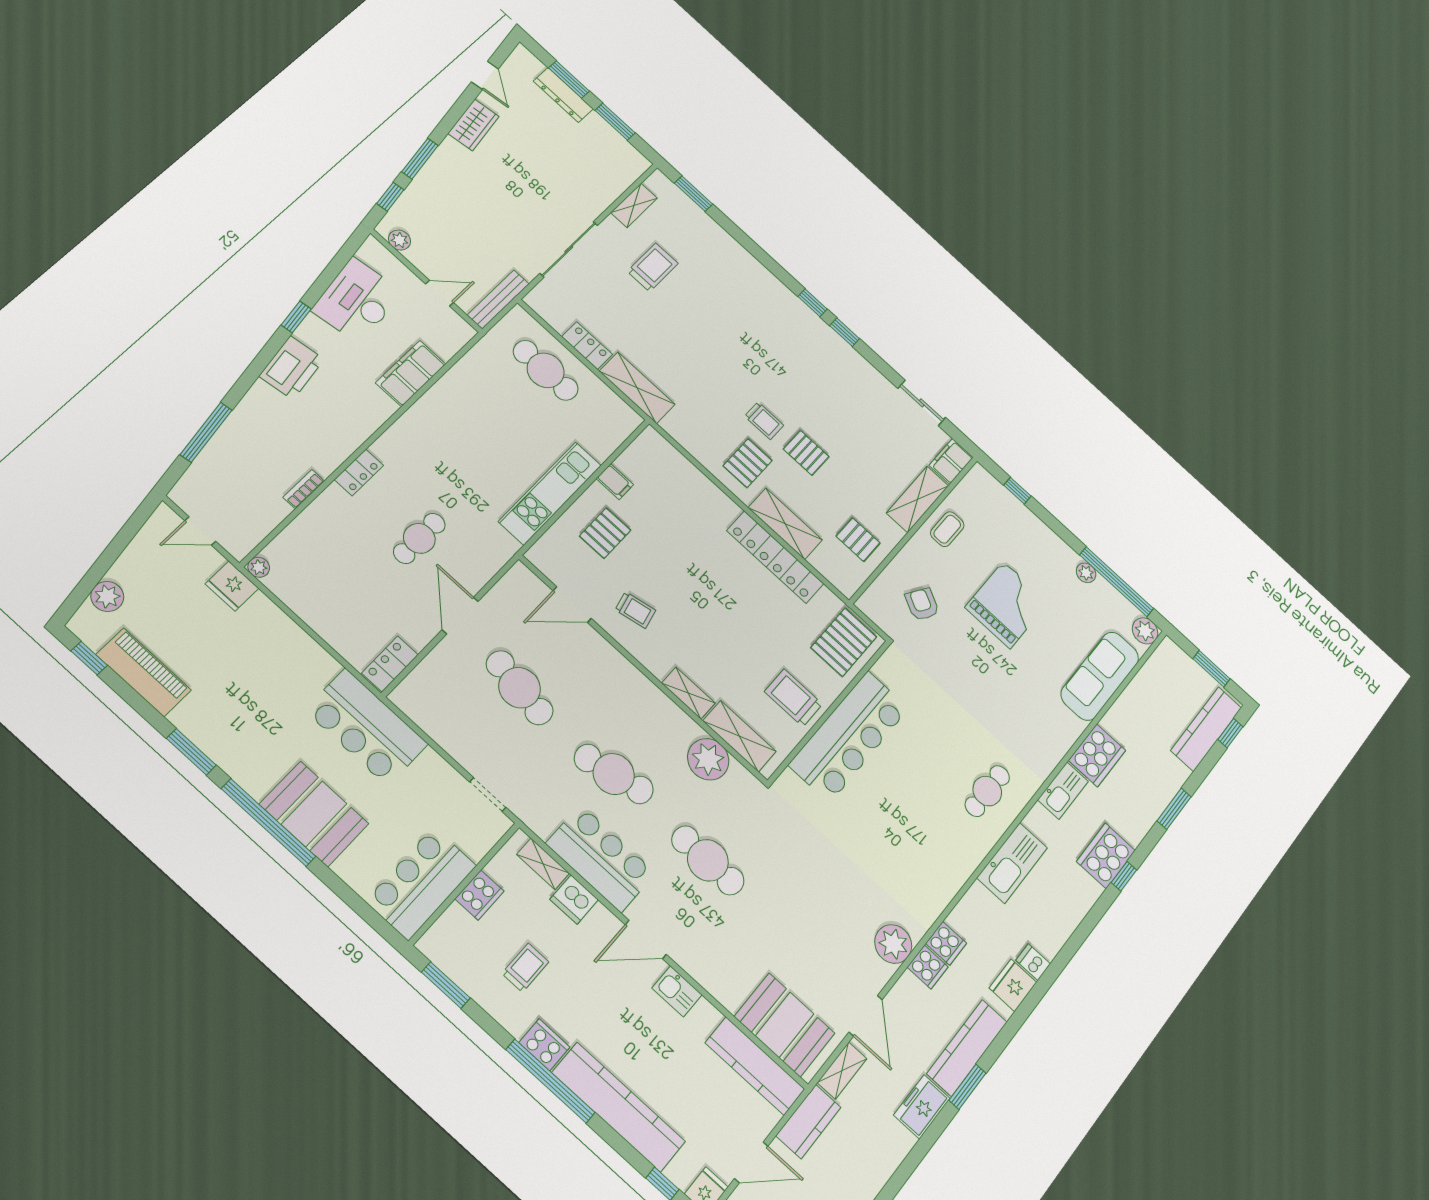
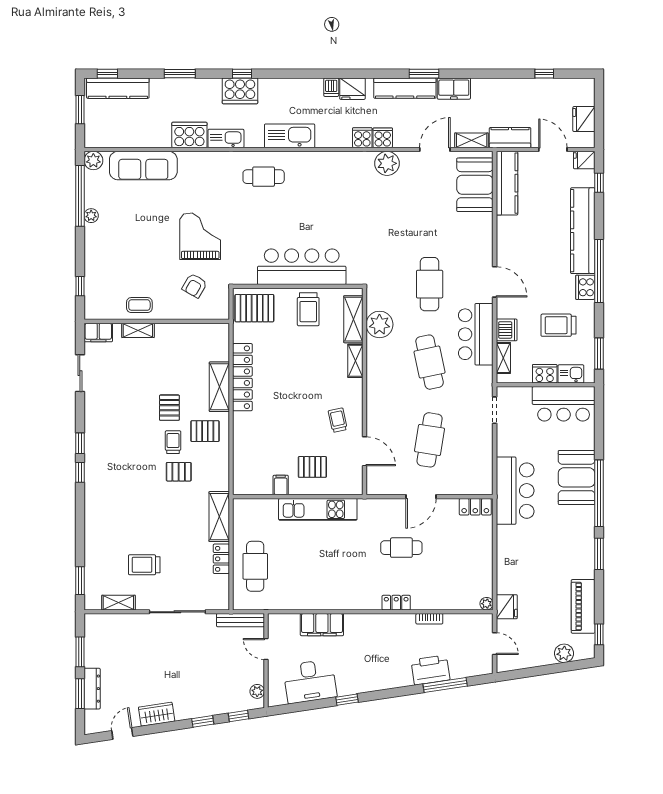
window: (420, 159) -> (203, 721), width x0.67
printer: (292, 368) -> (430, 670), moved
shelving: (918, 499) -> (138, 330), width x0.67, depth x0.75
pallet: (858, 540) -> (179, 472), moved, turned 90
grand piano: (1007, 605) -> (200, 236), moved, turned 90
trolley: (525, 968) -> (559, 325), width x1.36, depth x1.39
kitchen sink: (677, 991) -> (571, 374), moved, turned -90

